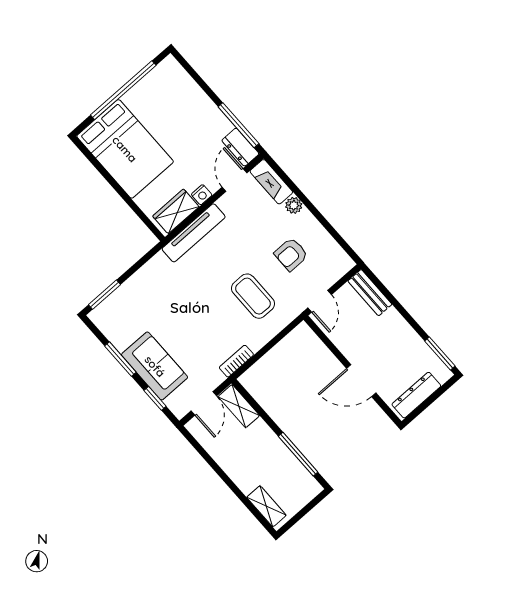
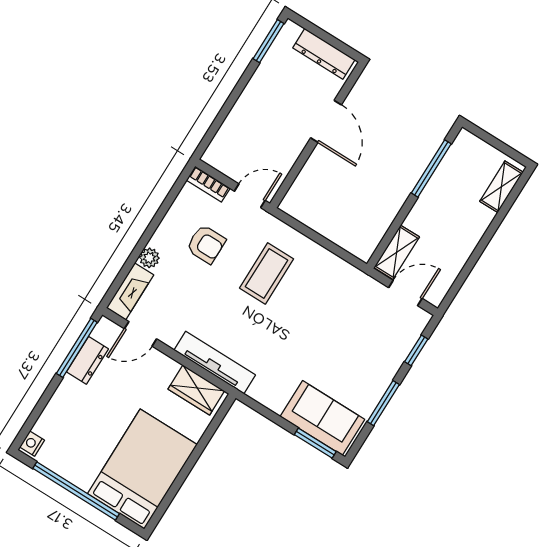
dresser: (240, 147) -> (87, 360), moved
nightstand: (202, 195) -> (32, 444), moved, turned -90
bench: (370, 293) -> (223, 141), removed
bookcase: (236, 361) -> (208, 184), moved
sofa: (155, 366) -> (322, 418), moved, turned 90

